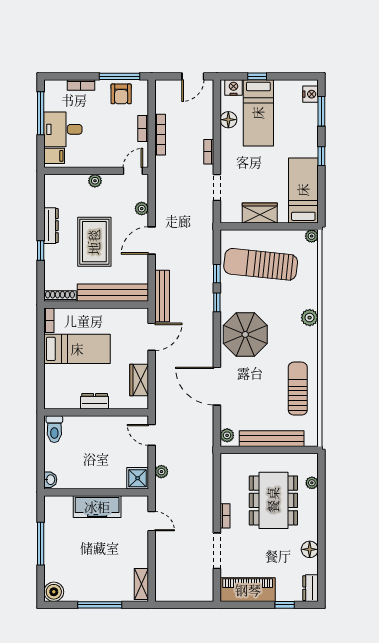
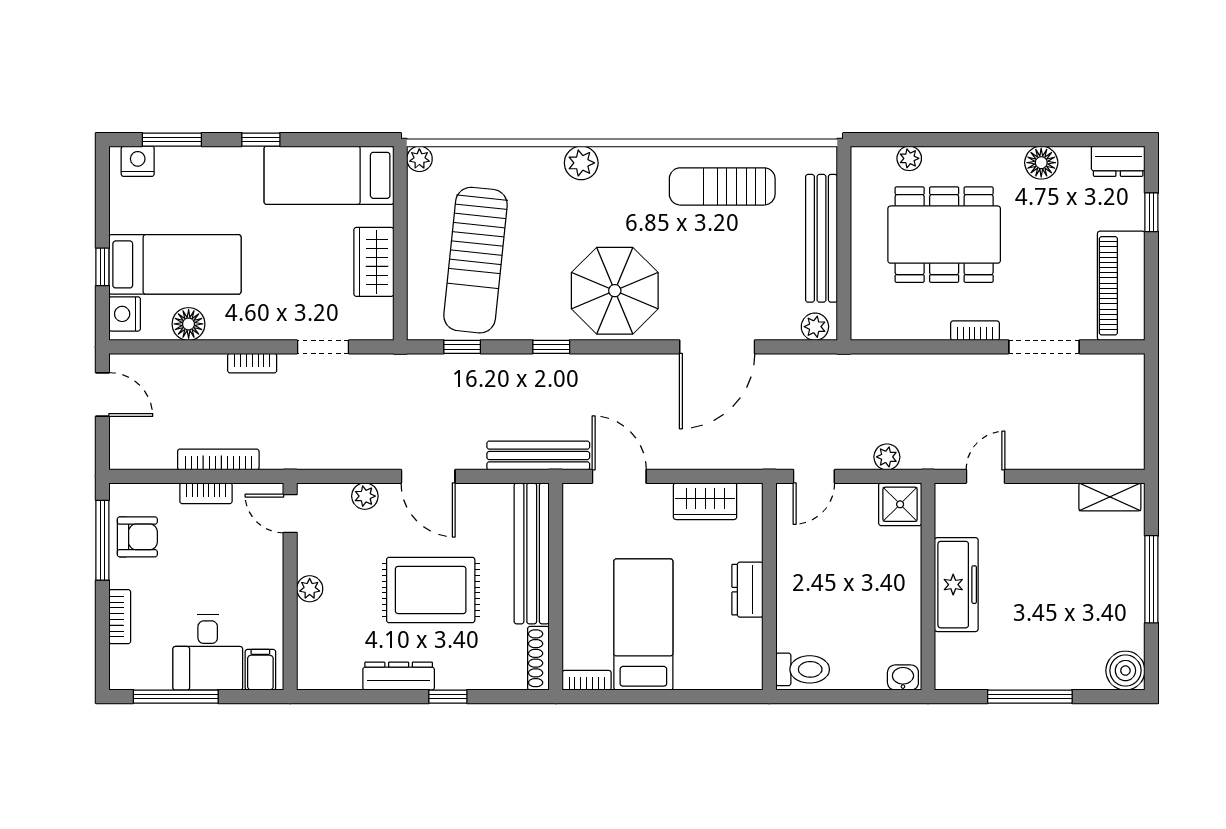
window: (217, 274) -> (462, 347), moved

